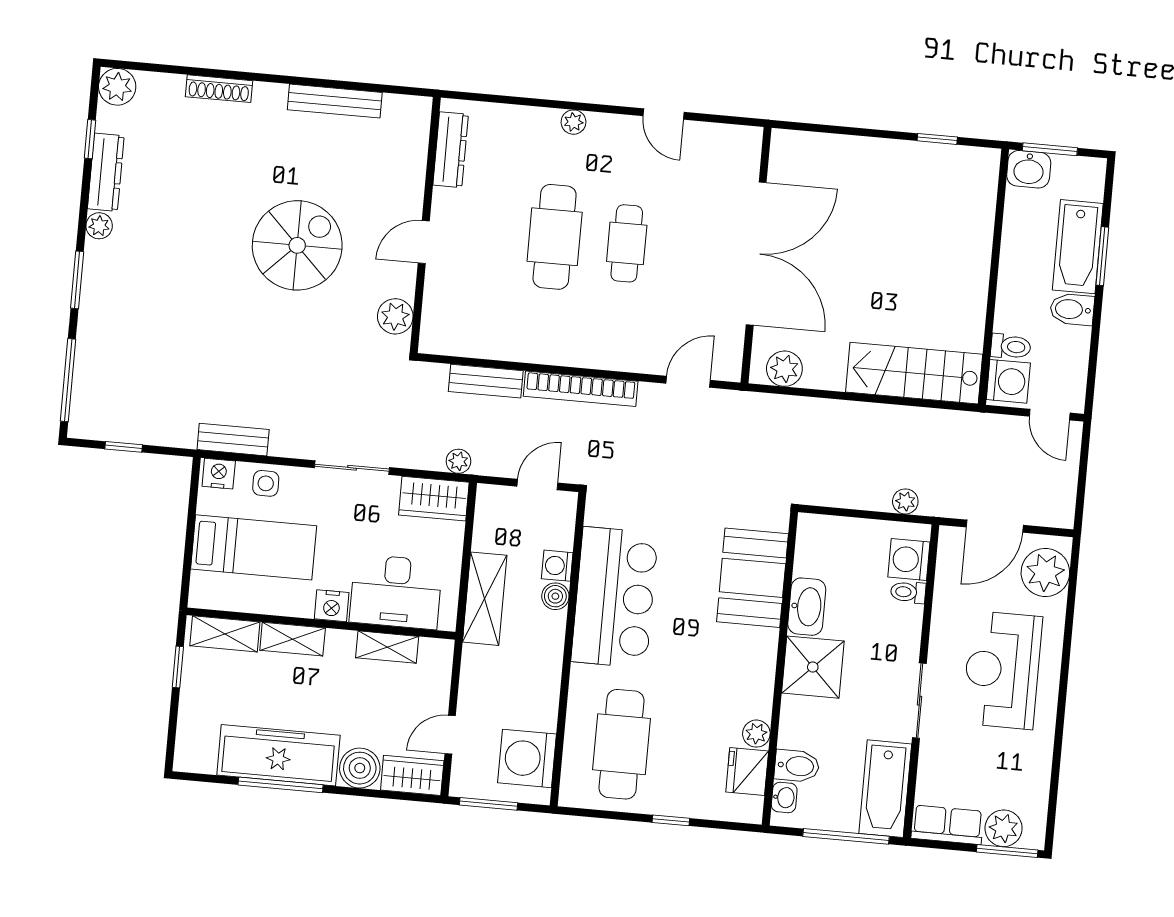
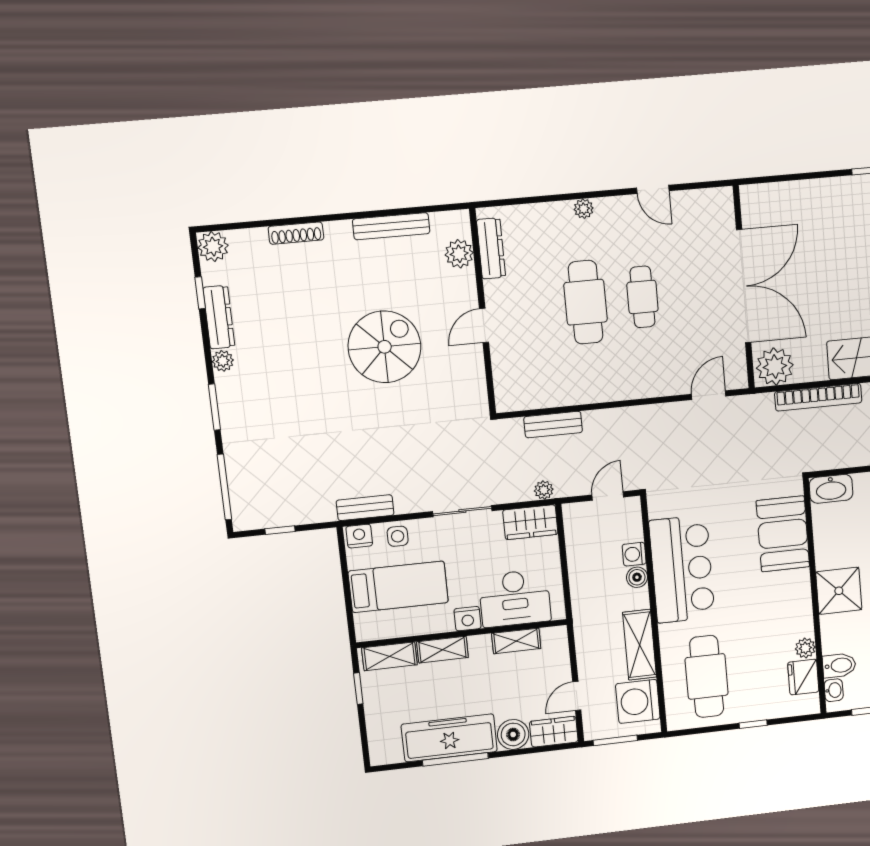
plant: (395, 316) -> (459, 254), moved
plant: (784, 369) -> (775, 367), width x1.36, depth x1.36
bookcase: (581, 389) -> (818, 397), moved
shelving: (485, 599) -> (640, 645), moved
washbasin: (807, 607) -> (831, 489), moved, turned 90

